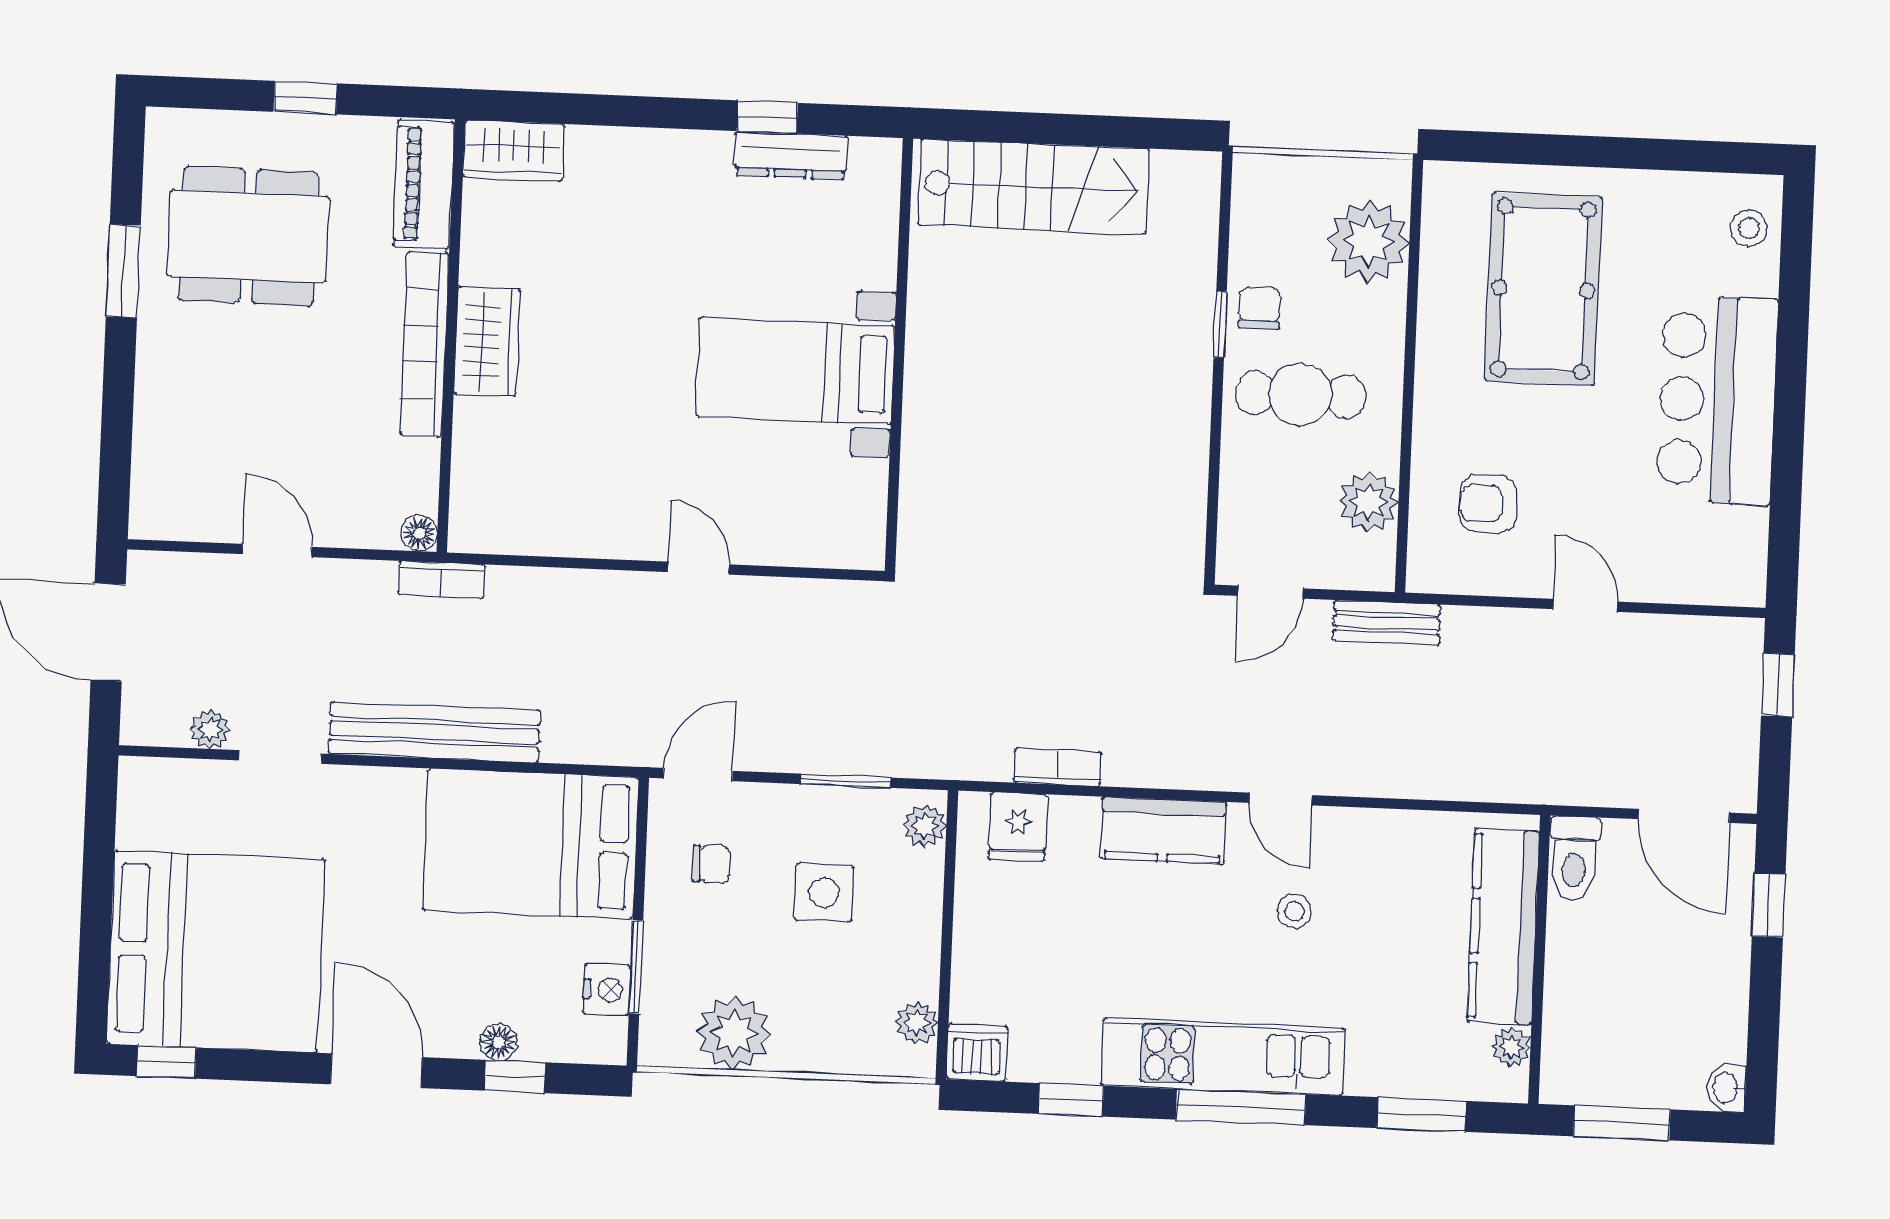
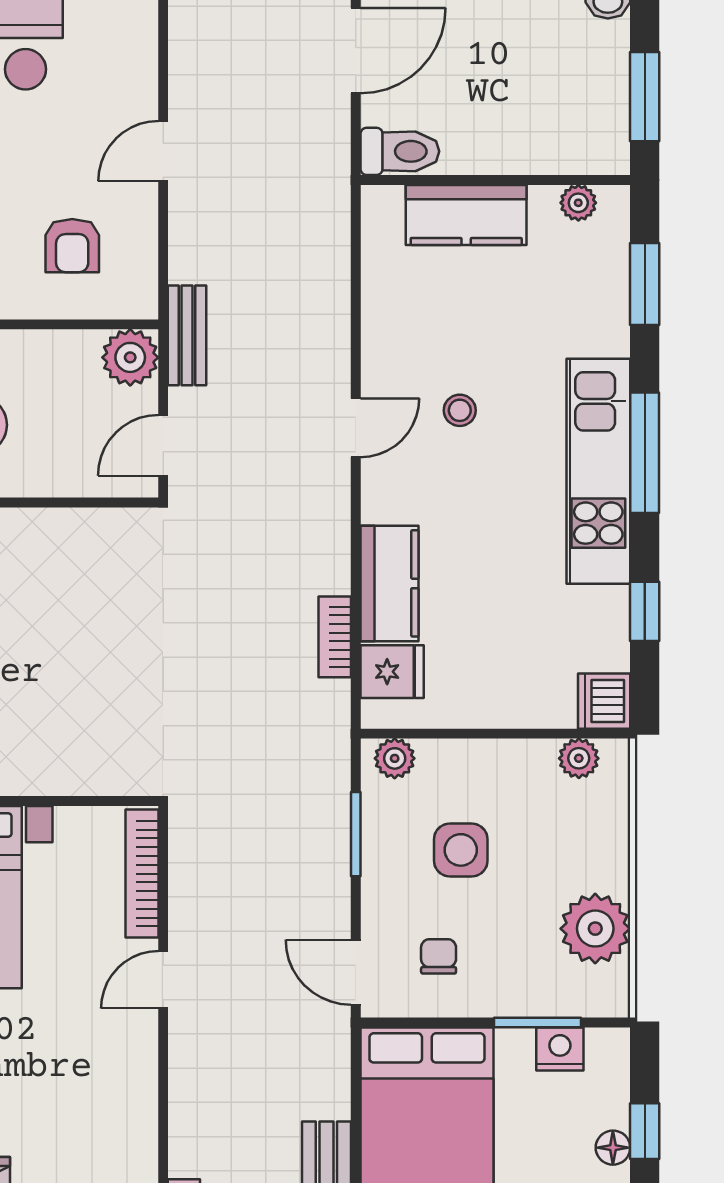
plant: (1368, 502) -> (130, 357), moved
bookcase: (813, 550) -> (142, 874), added
door: (1270, 592) -> (163, 445), swing flipped
kitchen counter: (1163, 830) -> (389, 583), moved
kitchen counter: (1503, 927) -> (466, 215), width x0.67

